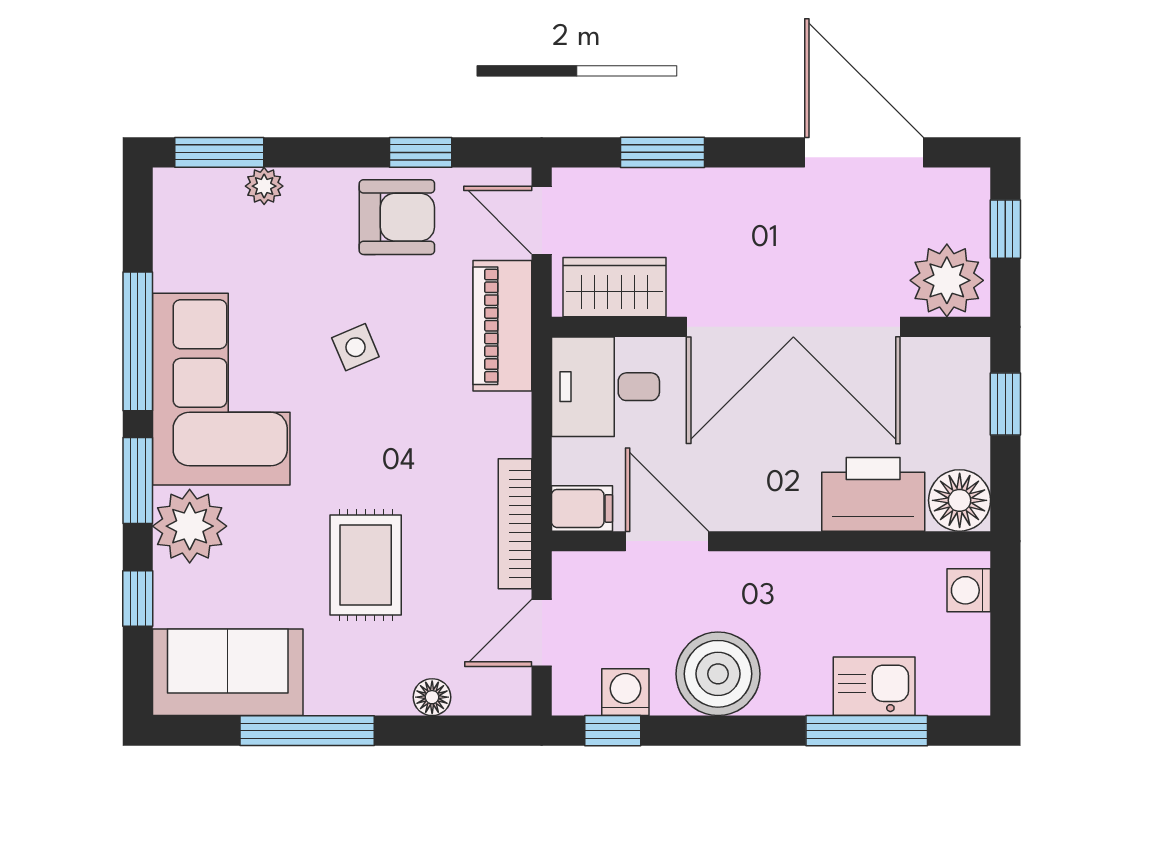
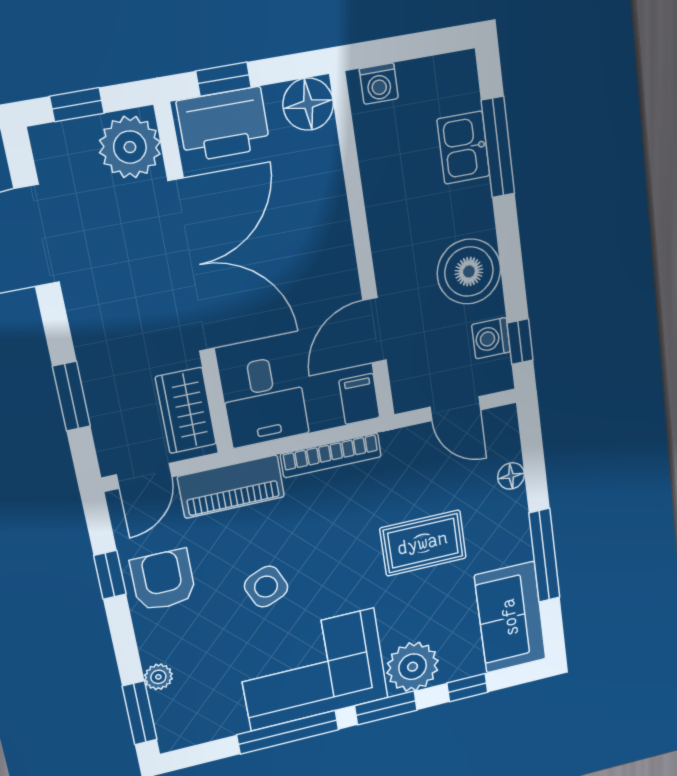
side table: (355, 347) -> (266, 587), width x1.37, depth x1.37
printer: (873, 494) -> (223, 125), moved, turned -90
bookcase: (515, 524) -> (331, 455), moved

